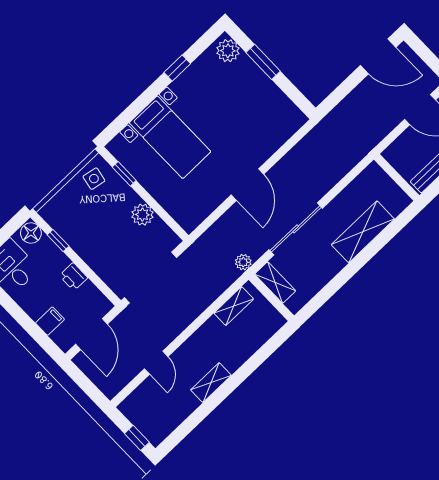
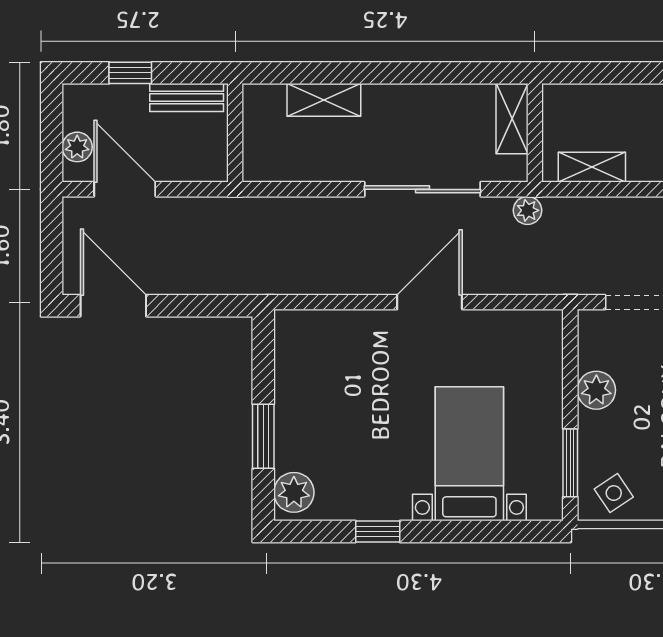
window: (124, 174) -> (570, 463), width x1.50
side table: (94, 179) -> (614, 493), turned 45
shelving: (363, 232) -> (324, 100), width x0.67, depth x0.75
shelving: (275, 282) -> (512, 119), moved

